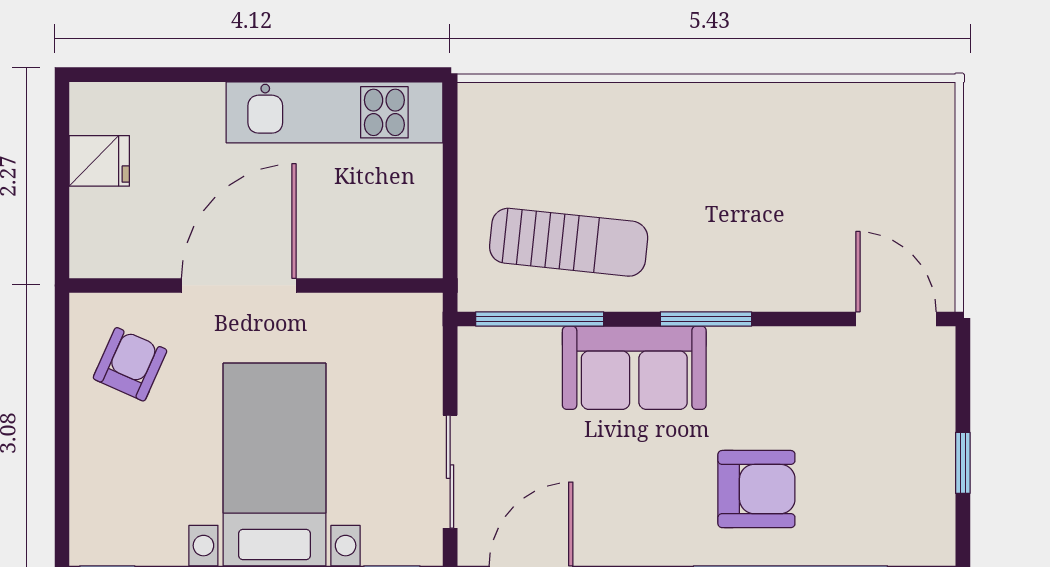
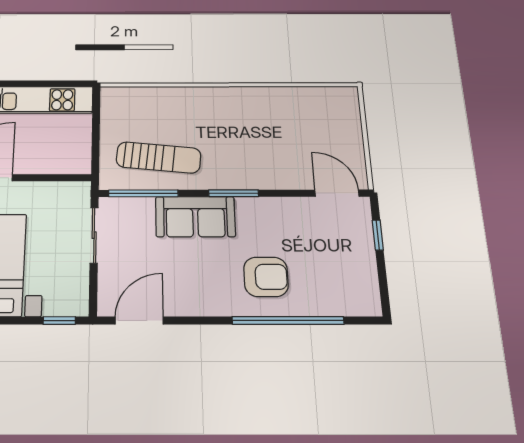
window: (963, 463) -> (378, 235), moved
sliding door: (450, 472) -> (94, 235), moved

